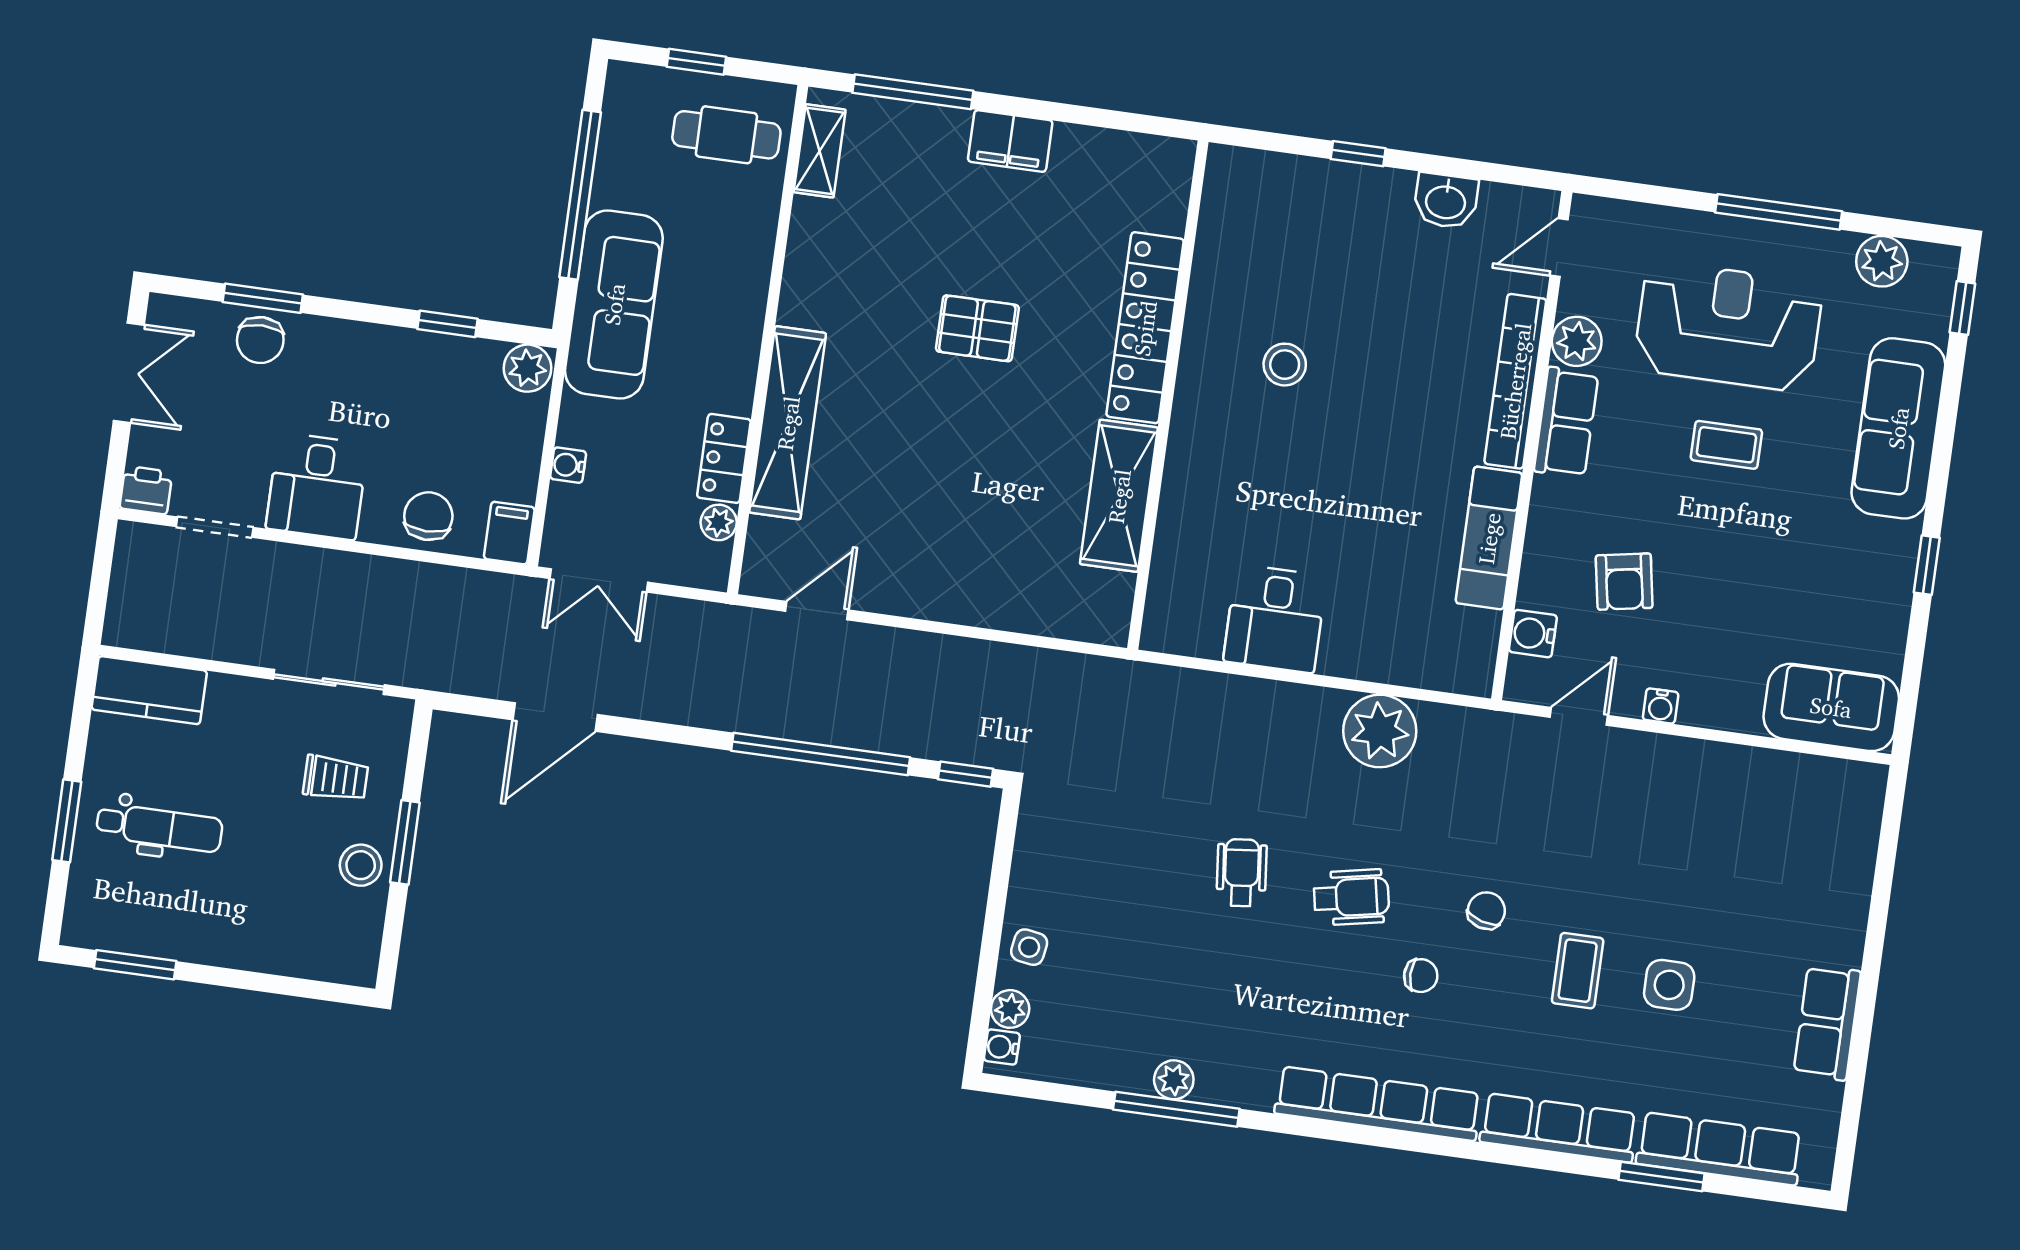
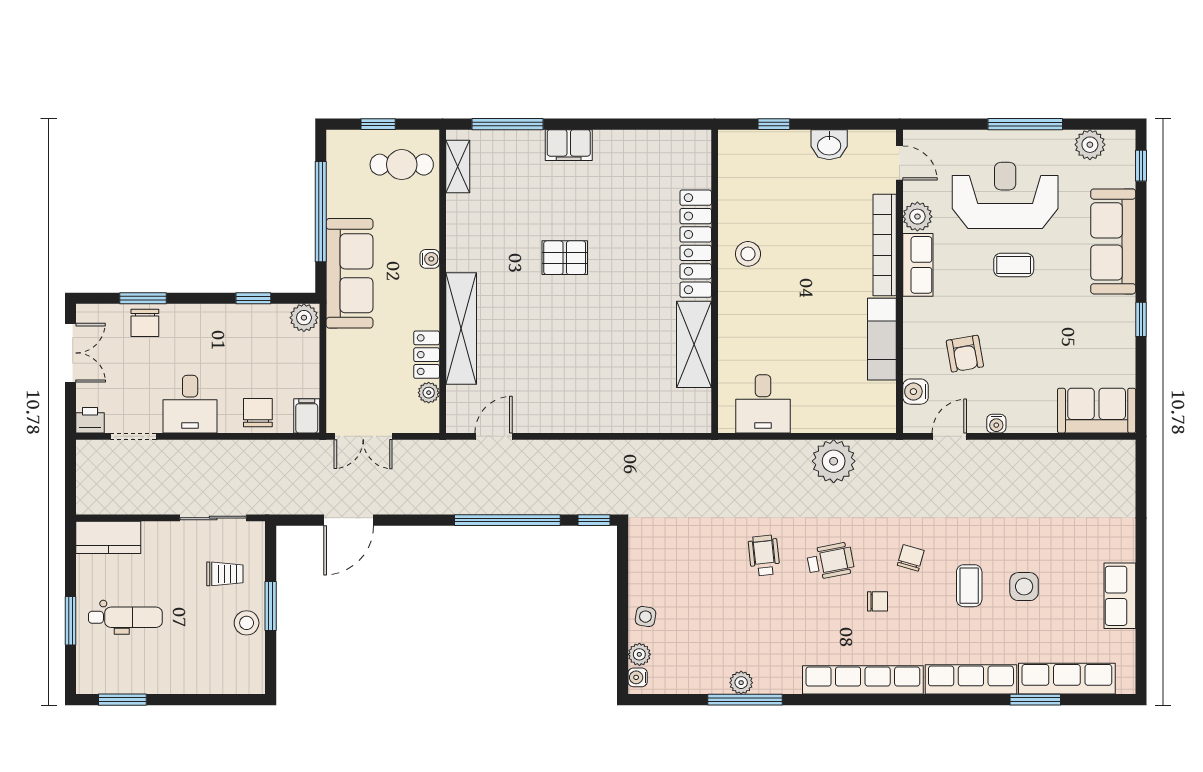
door: (1559, 248) -> (899, 163), swing flipped
locker: (1145, 328) -> (696, 244), moved
wall: (1168, 395) -> (715, 281), moved
water cooler: (568, 465) -> (430, 259), moved, turned 180
shelving: (1119, 496) -> (694, 344), moved

